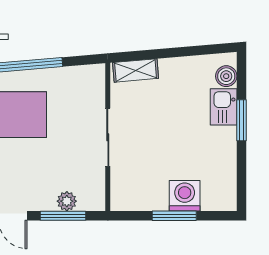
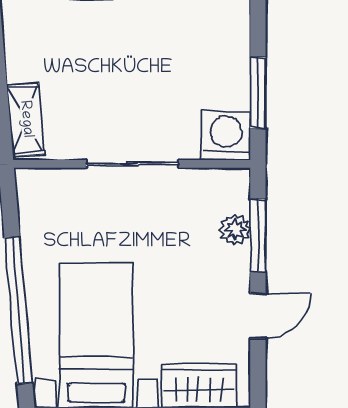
washing machine: (185, 196) -> (226, 136), moved, turned 90
window: (174, 216) -> (258, 93), moved

